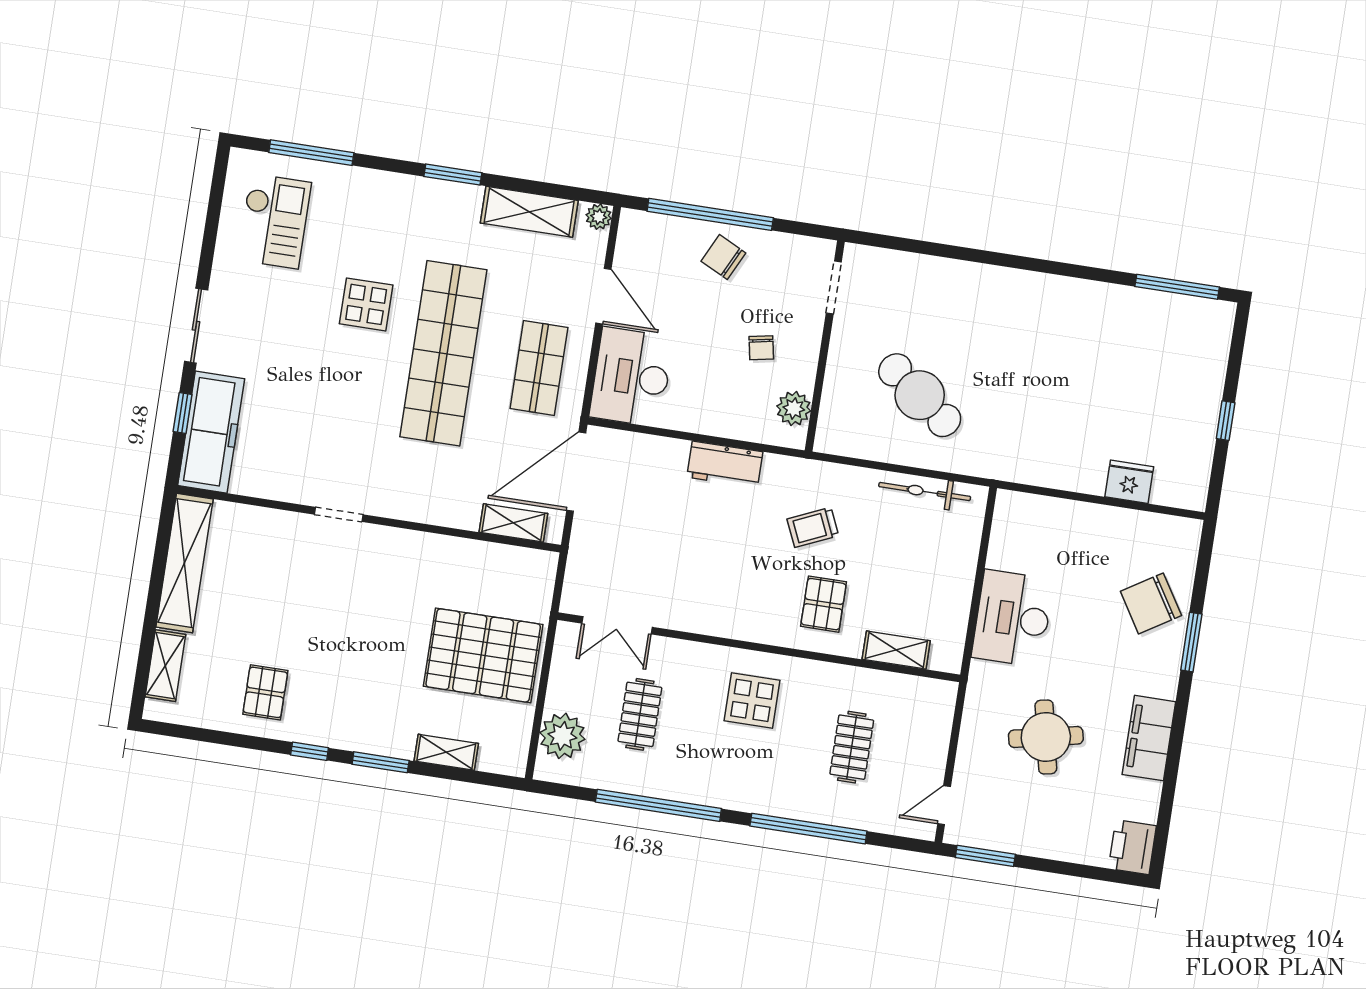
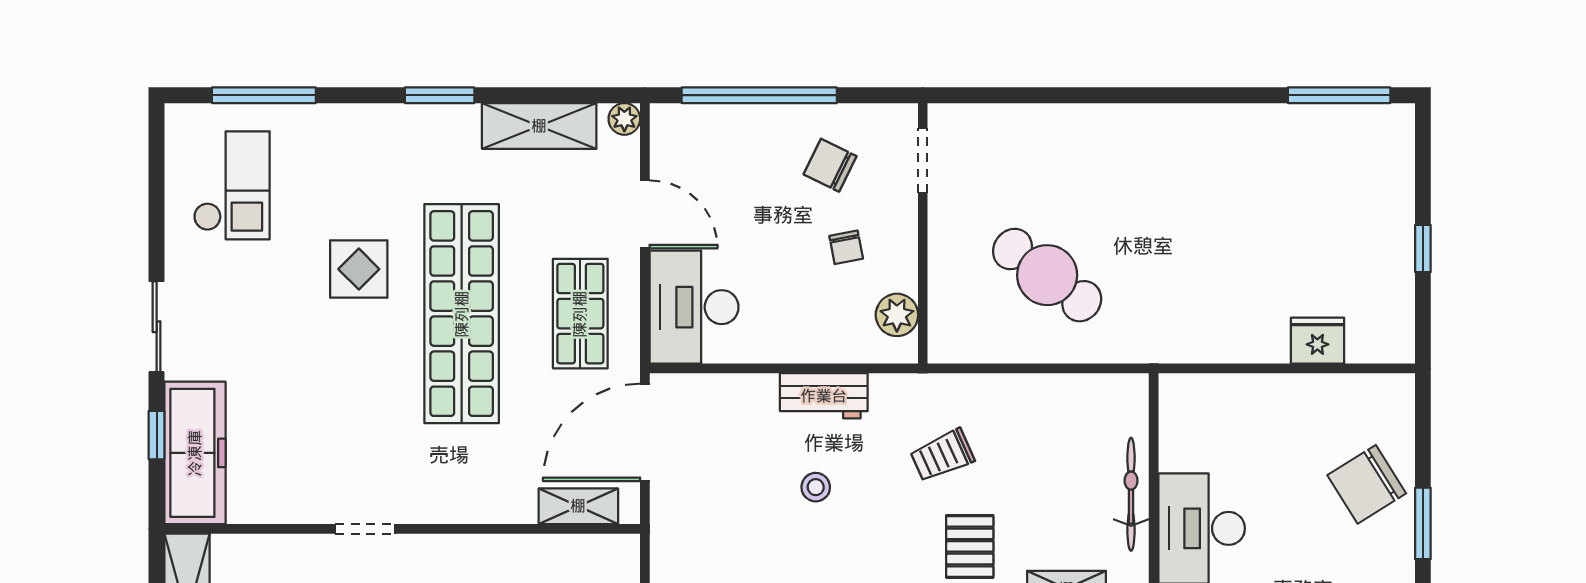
chair: (723, 257) -> (830, 165), moved
bicycle: (925, 492) -> (1131, 494), moved, turned 90
stool: (707, 537) -> (816, 487), added

